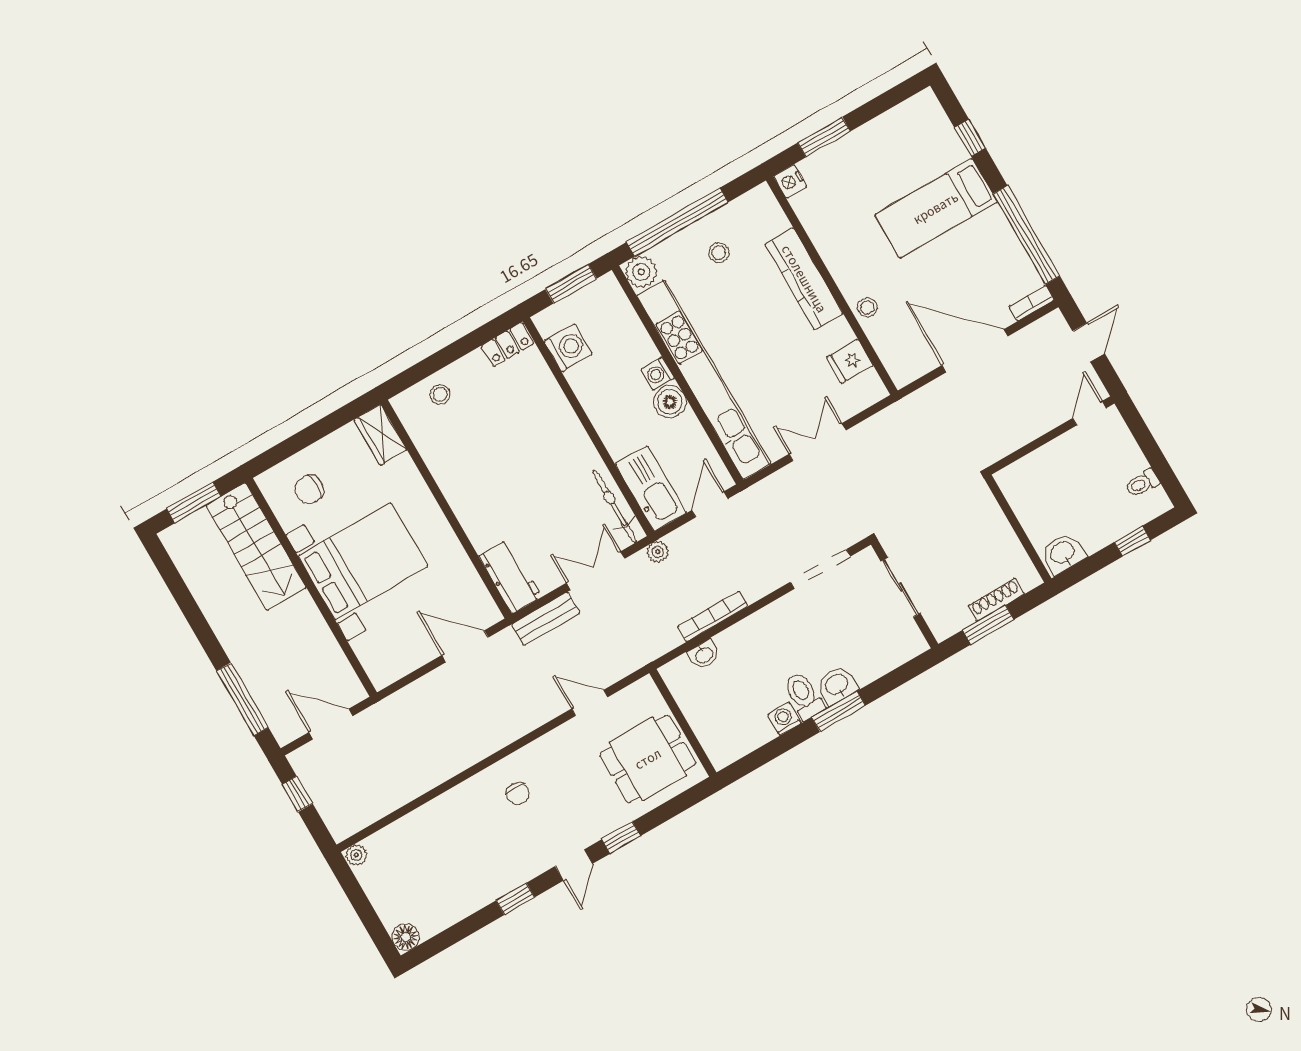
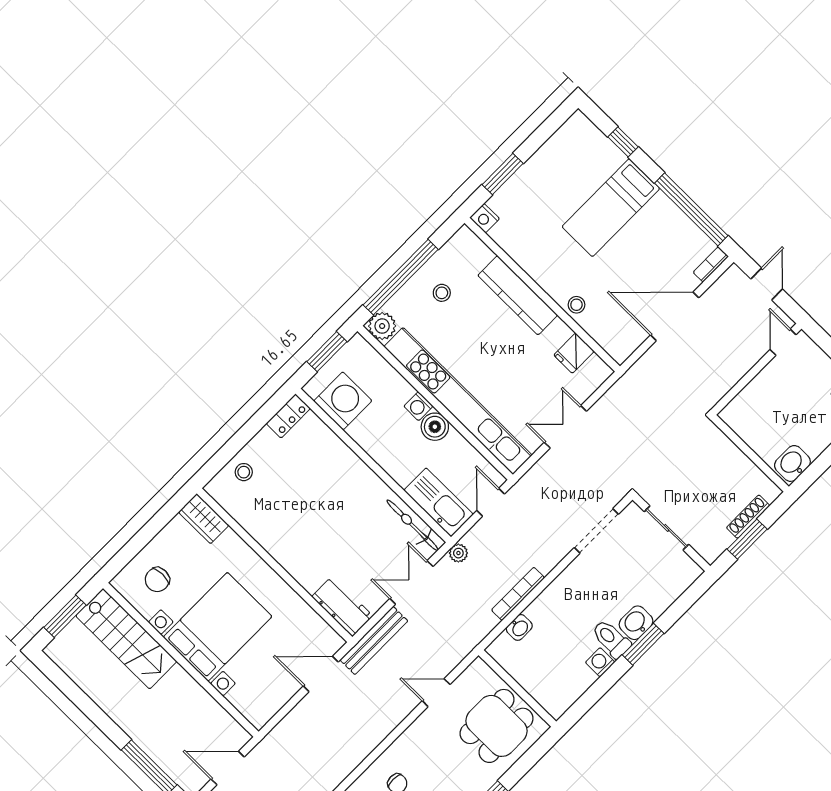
washing machine: (568, 348) -> (343, 401), width x1.37, depth x1.37
bench: (546, 619) -> (374, 640), width x1.36

